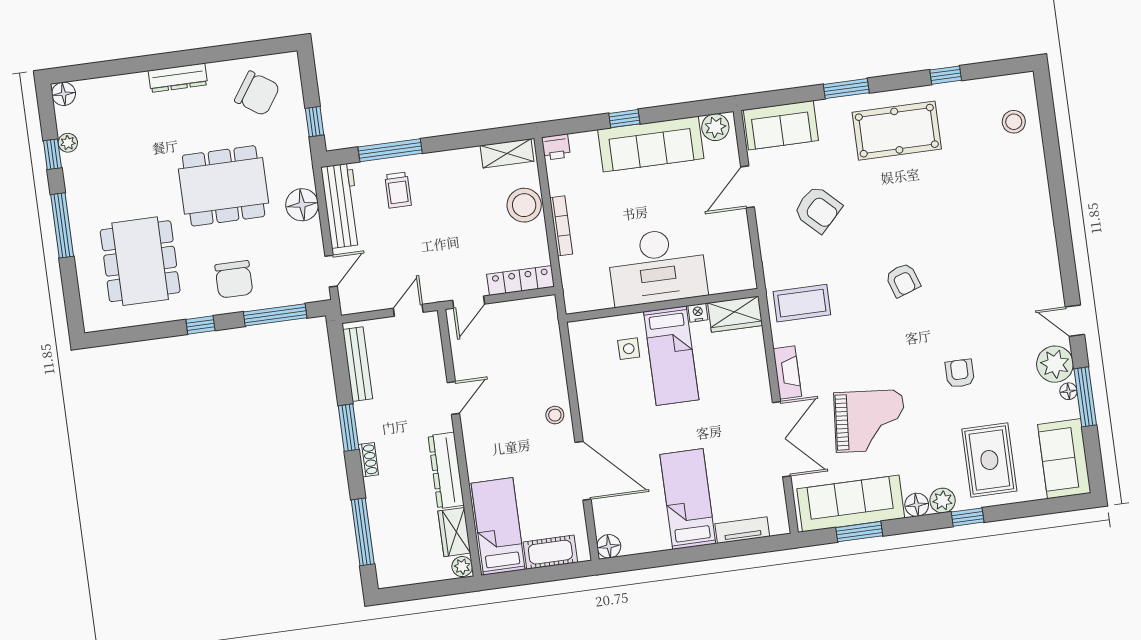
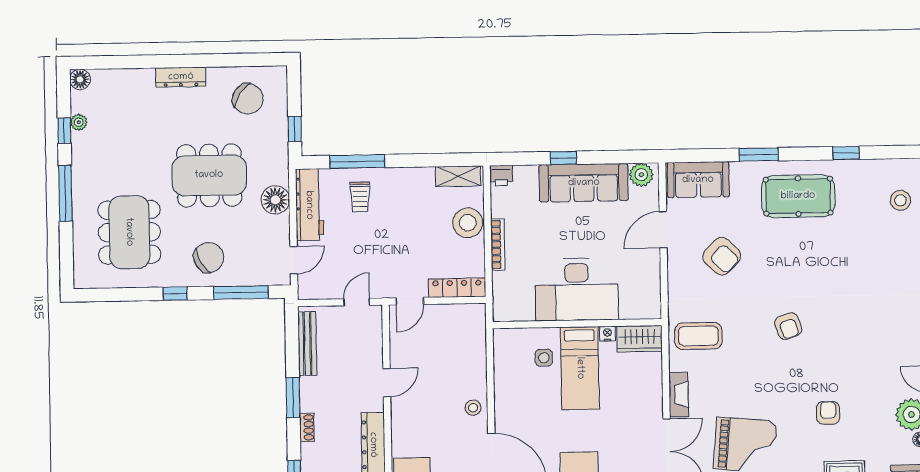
chair: (234, 279) -> (209, 257), turned -120

